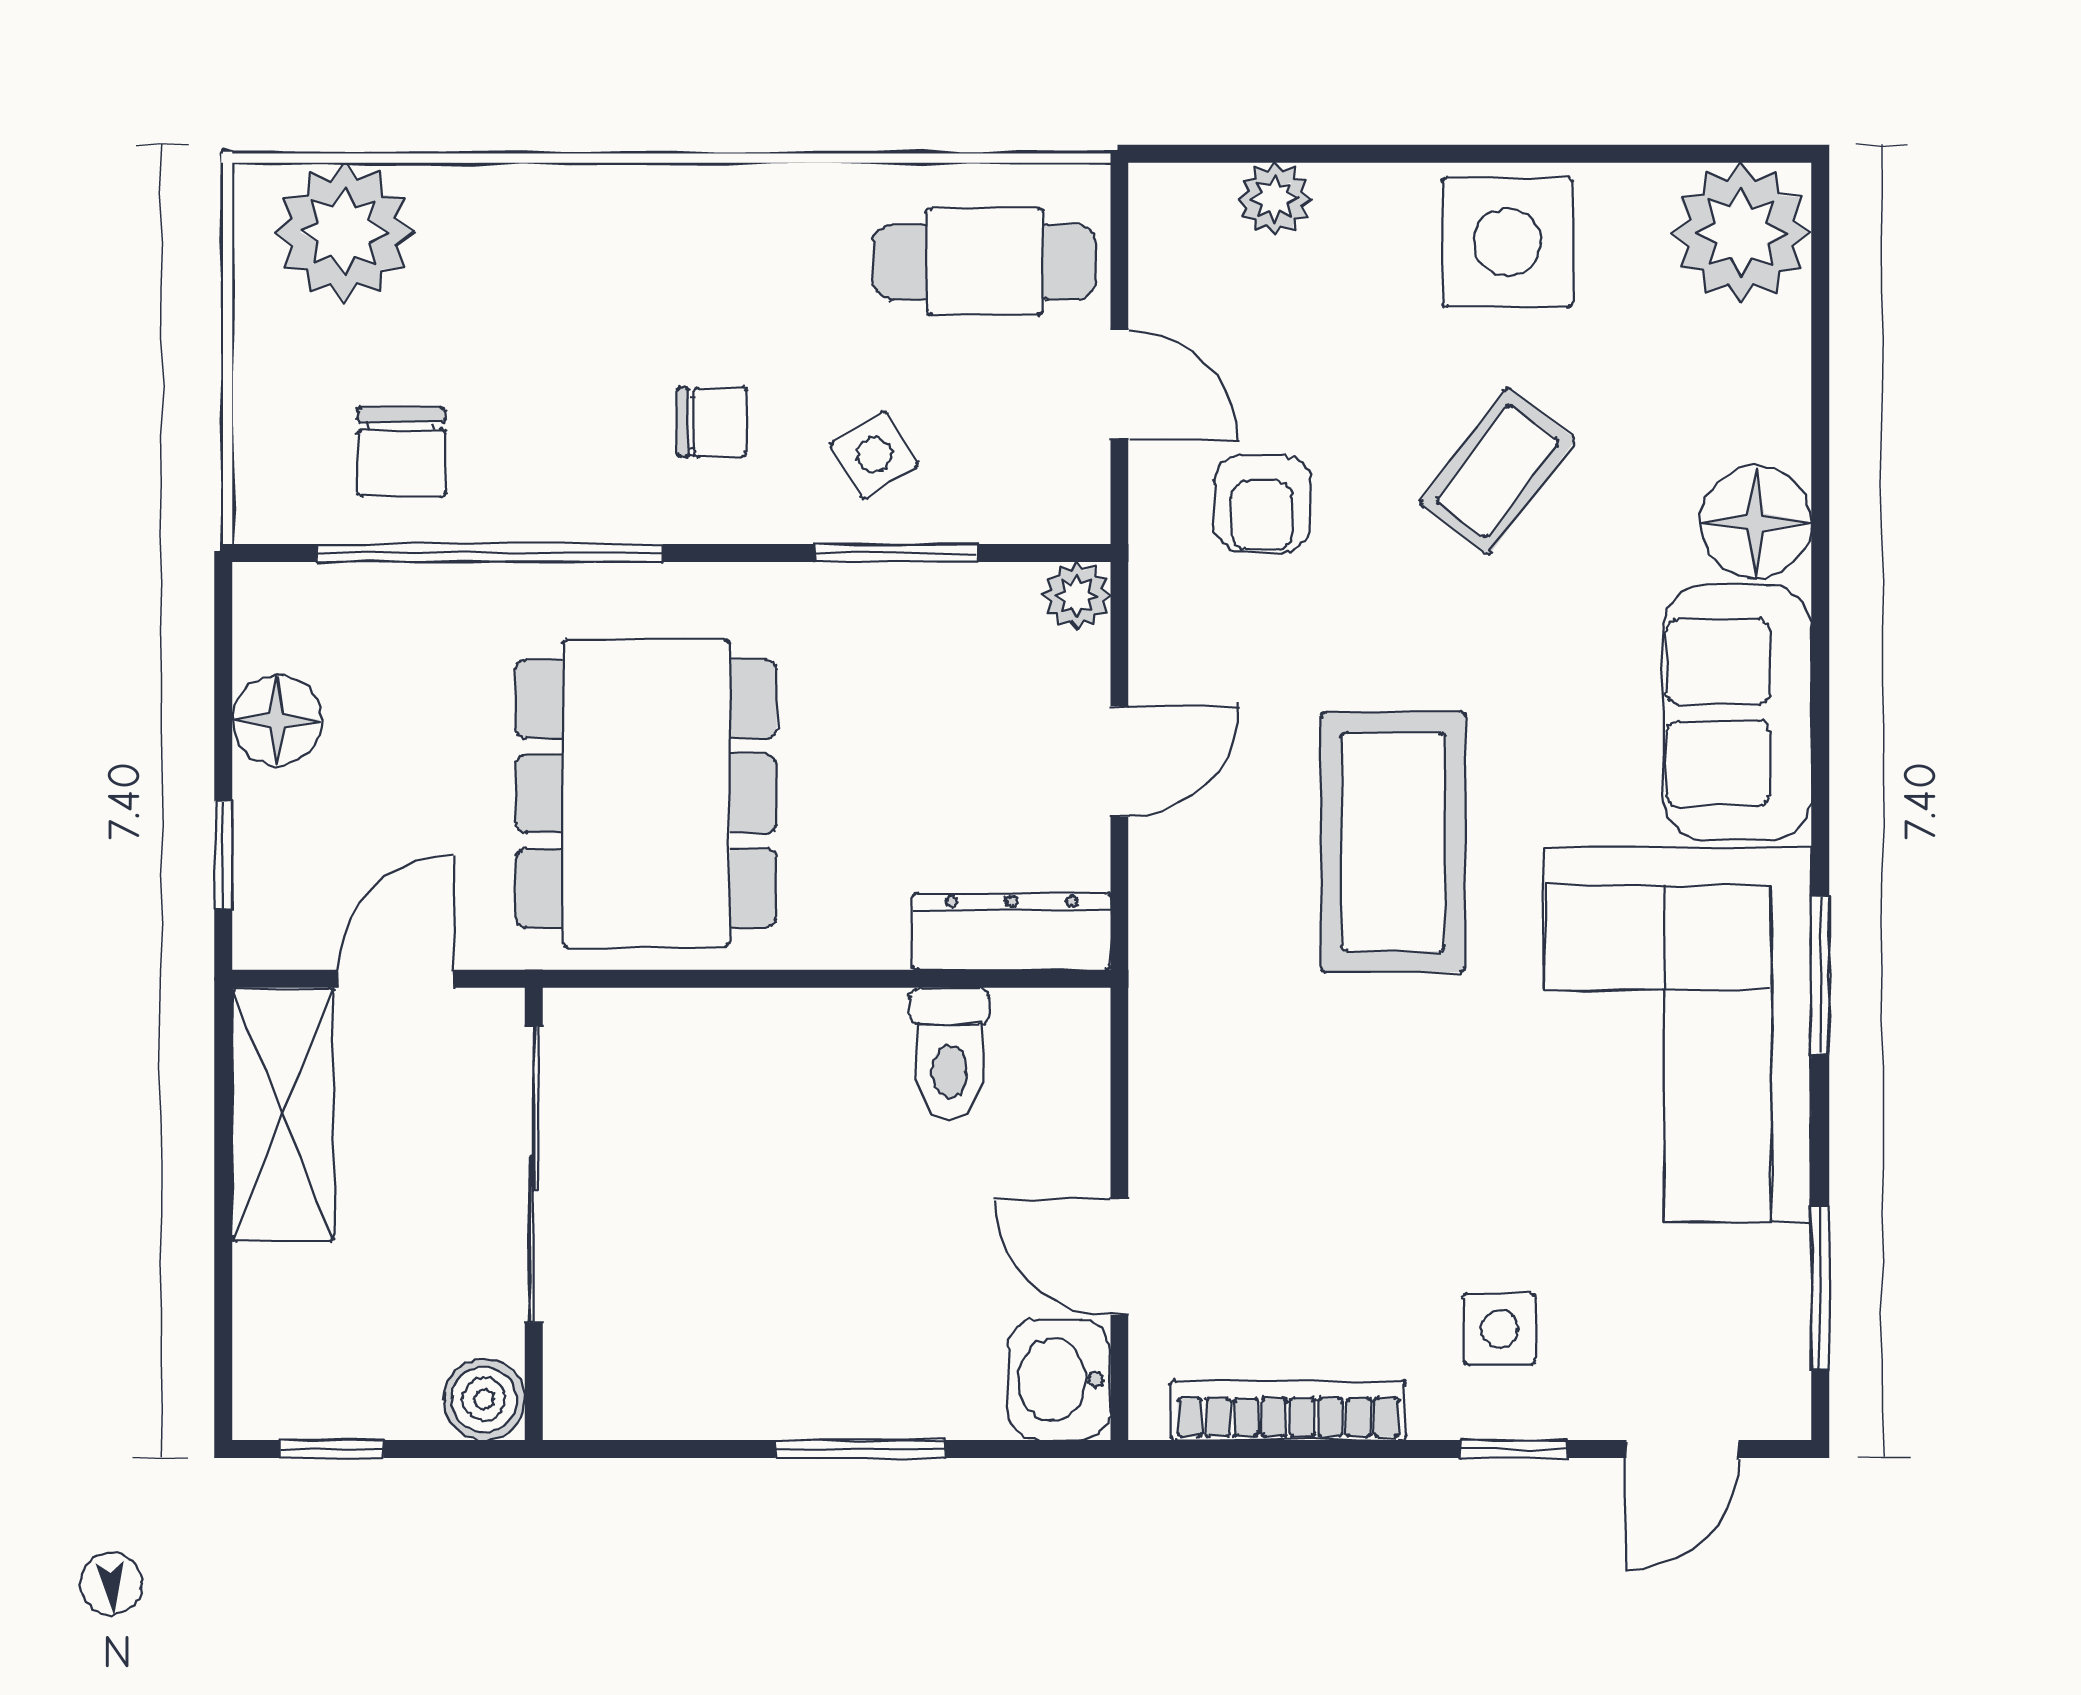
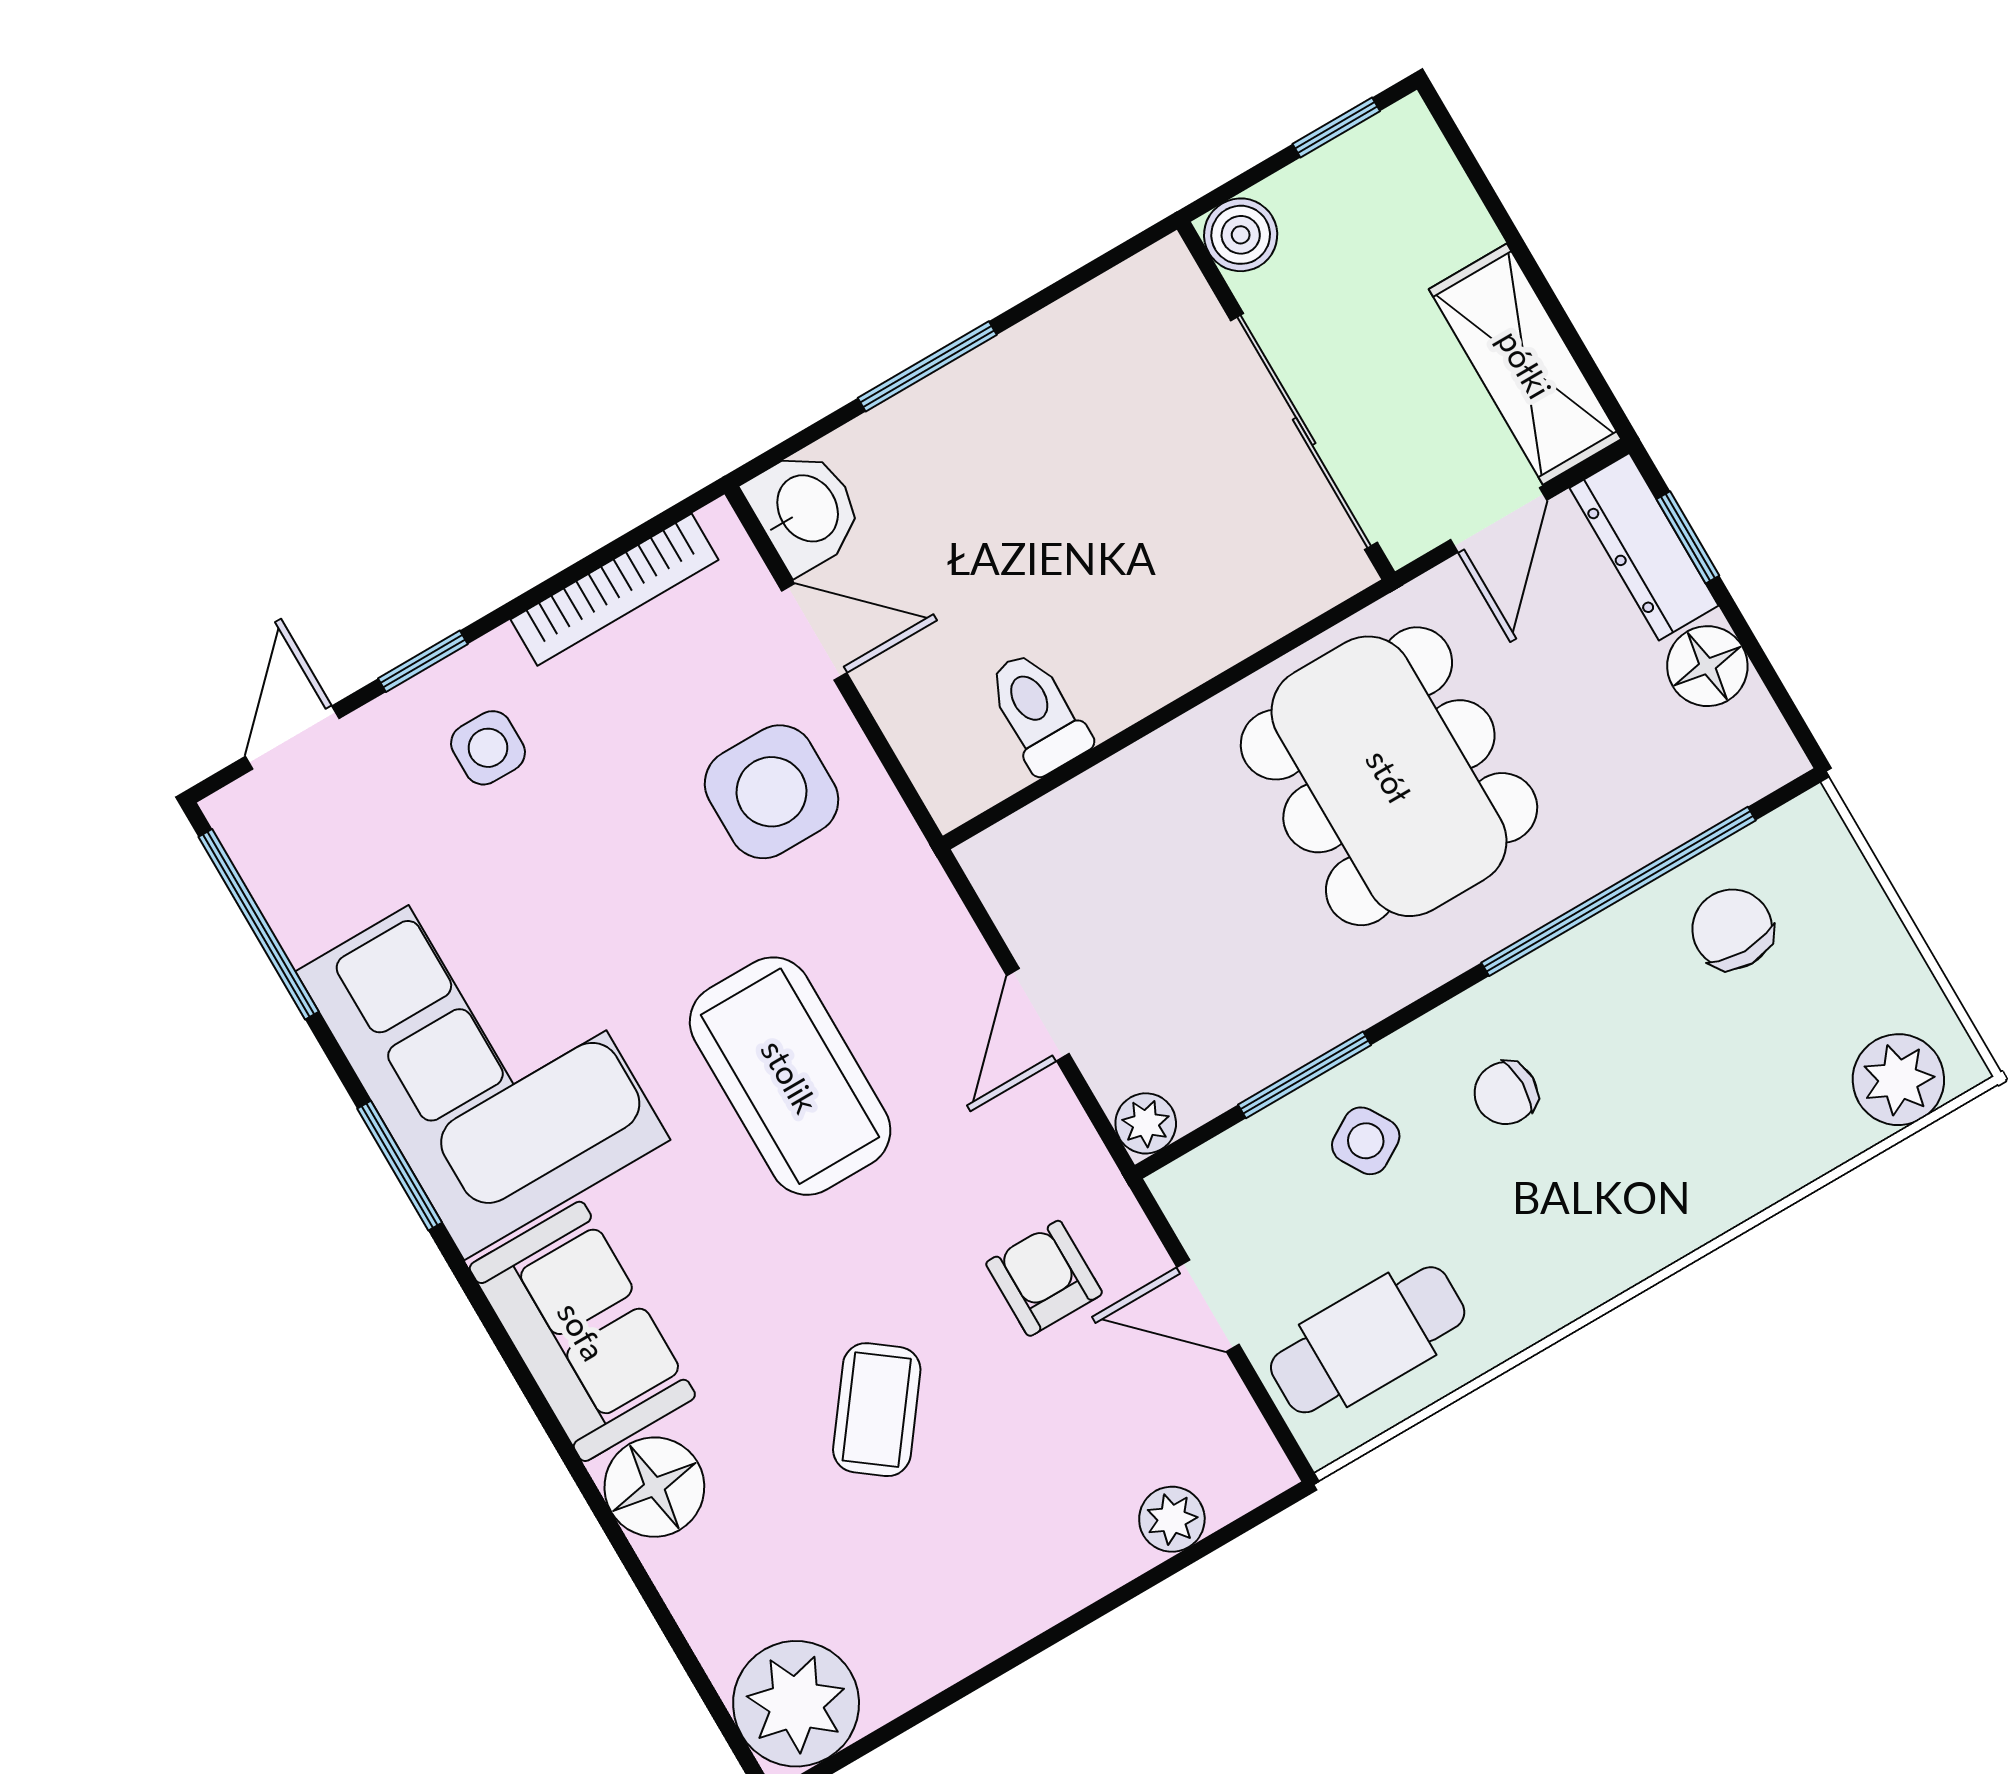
plant: (344, 232) -> (1898, 1080), width x0.73, depth x0.73
side table: (1507, 242) -> (772, 792), moved
dresser: (1012, 931) -> (1644, 547), moved, turned 90
window: (1820, 1288) -> (259, 924), width x1.44

